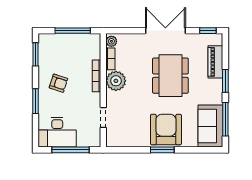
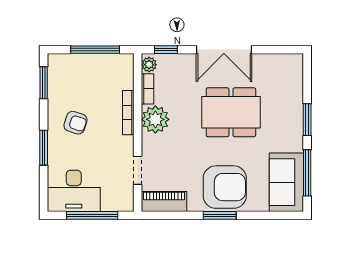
double door: (165, 31) -> (224, 50), swing flipped
window: (208, 31) -> (166, 50), moved
piano: (215, 62) -> (164, 201), moved, turned 90
dining table: (170, 76) -> (231, 112), turned 90
armchair: (166, 130) -> (225, 187), turned 90

